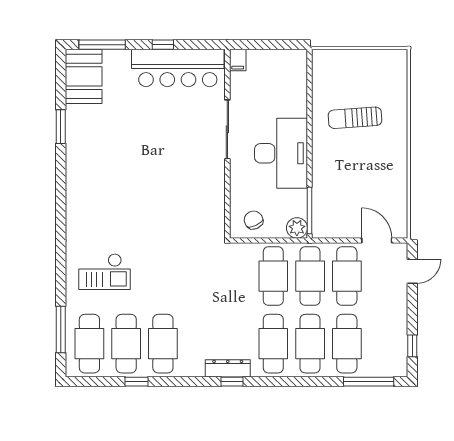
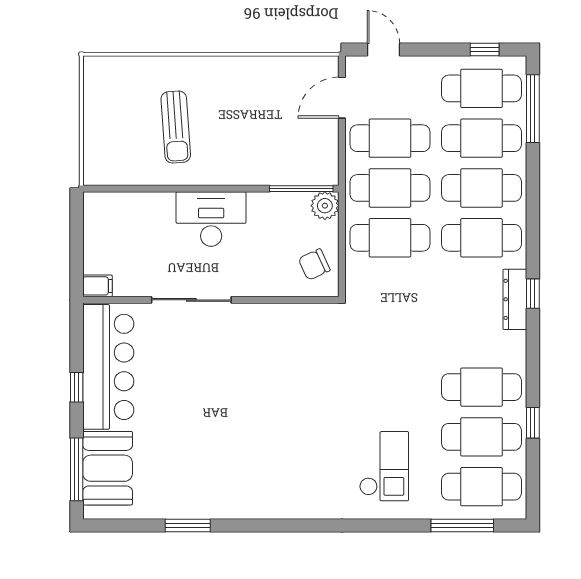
booth: (84, 76) -> (108, 468), moved, turned 90
desk: (281, 153) -> (211, 219), width x0.73, depth x0.77
cafe table: (384, 344) -> (481, 88), added

